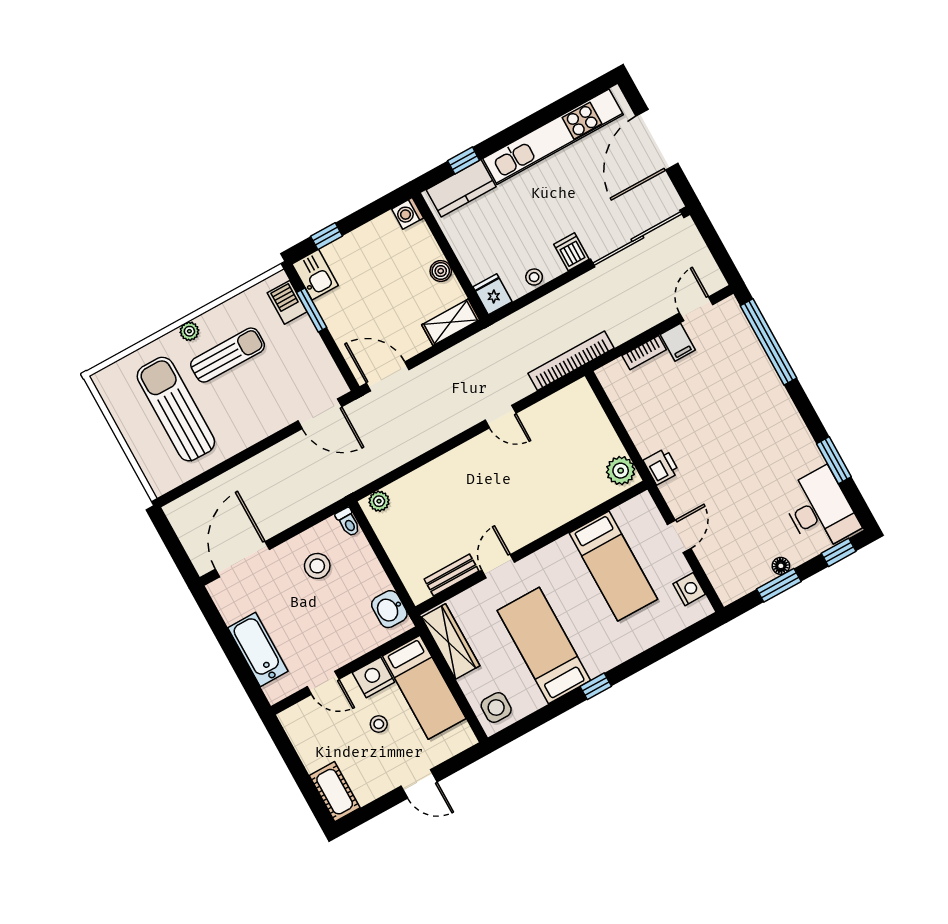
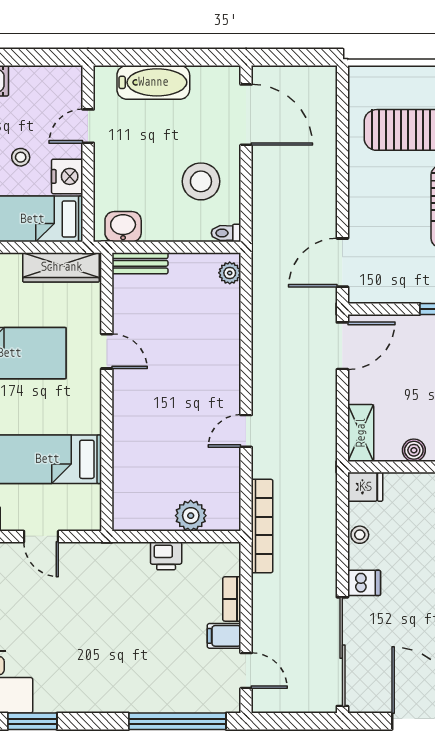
printer: (661, 467) -> (166, 556), moved
plant: (621, 471) -> (191, 516), moved
stool: (317, 566) -> (201, 181), width x1.38, depth x1.38
bench: (451, 575) -> (140, 263), moved, turned 90

